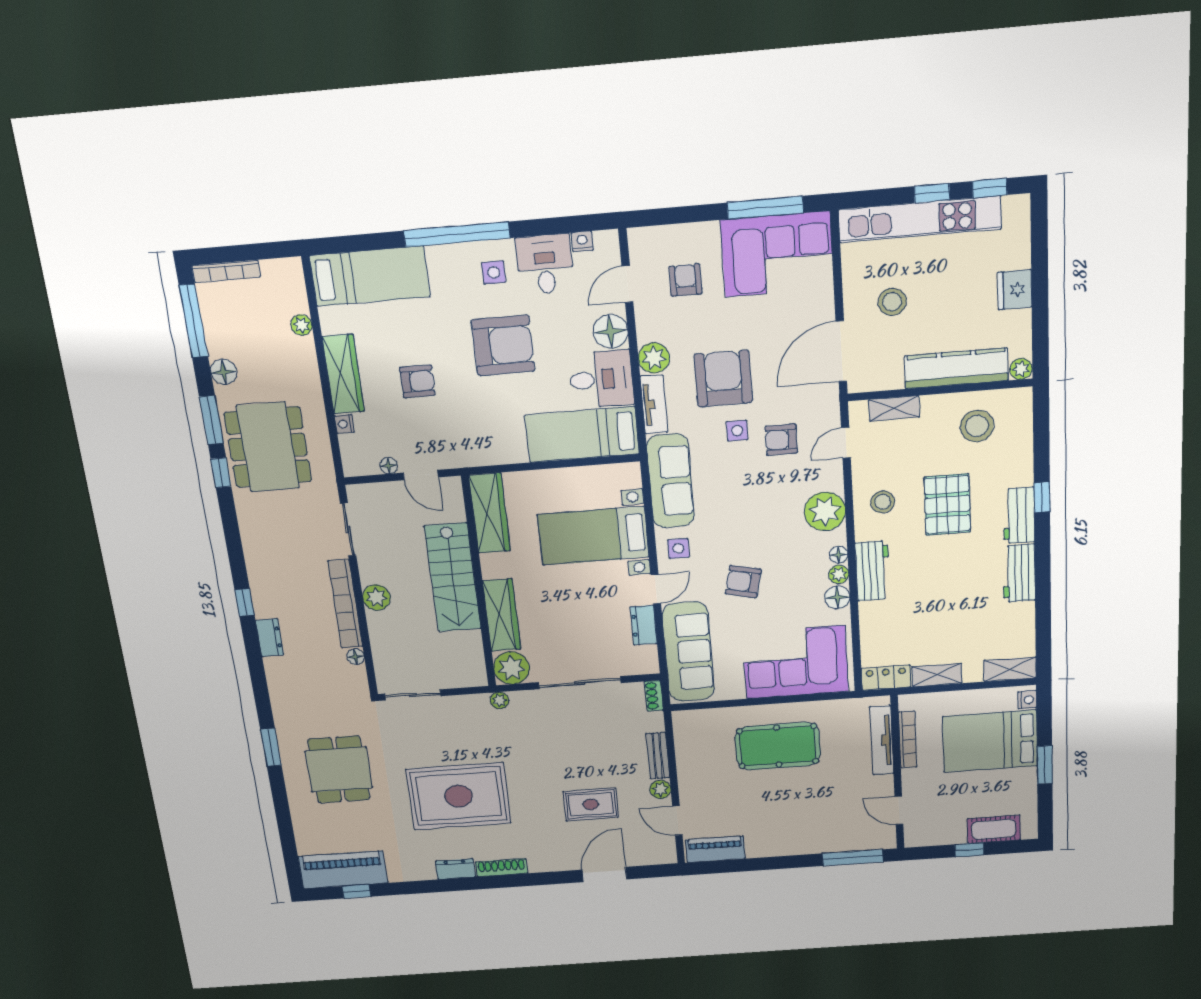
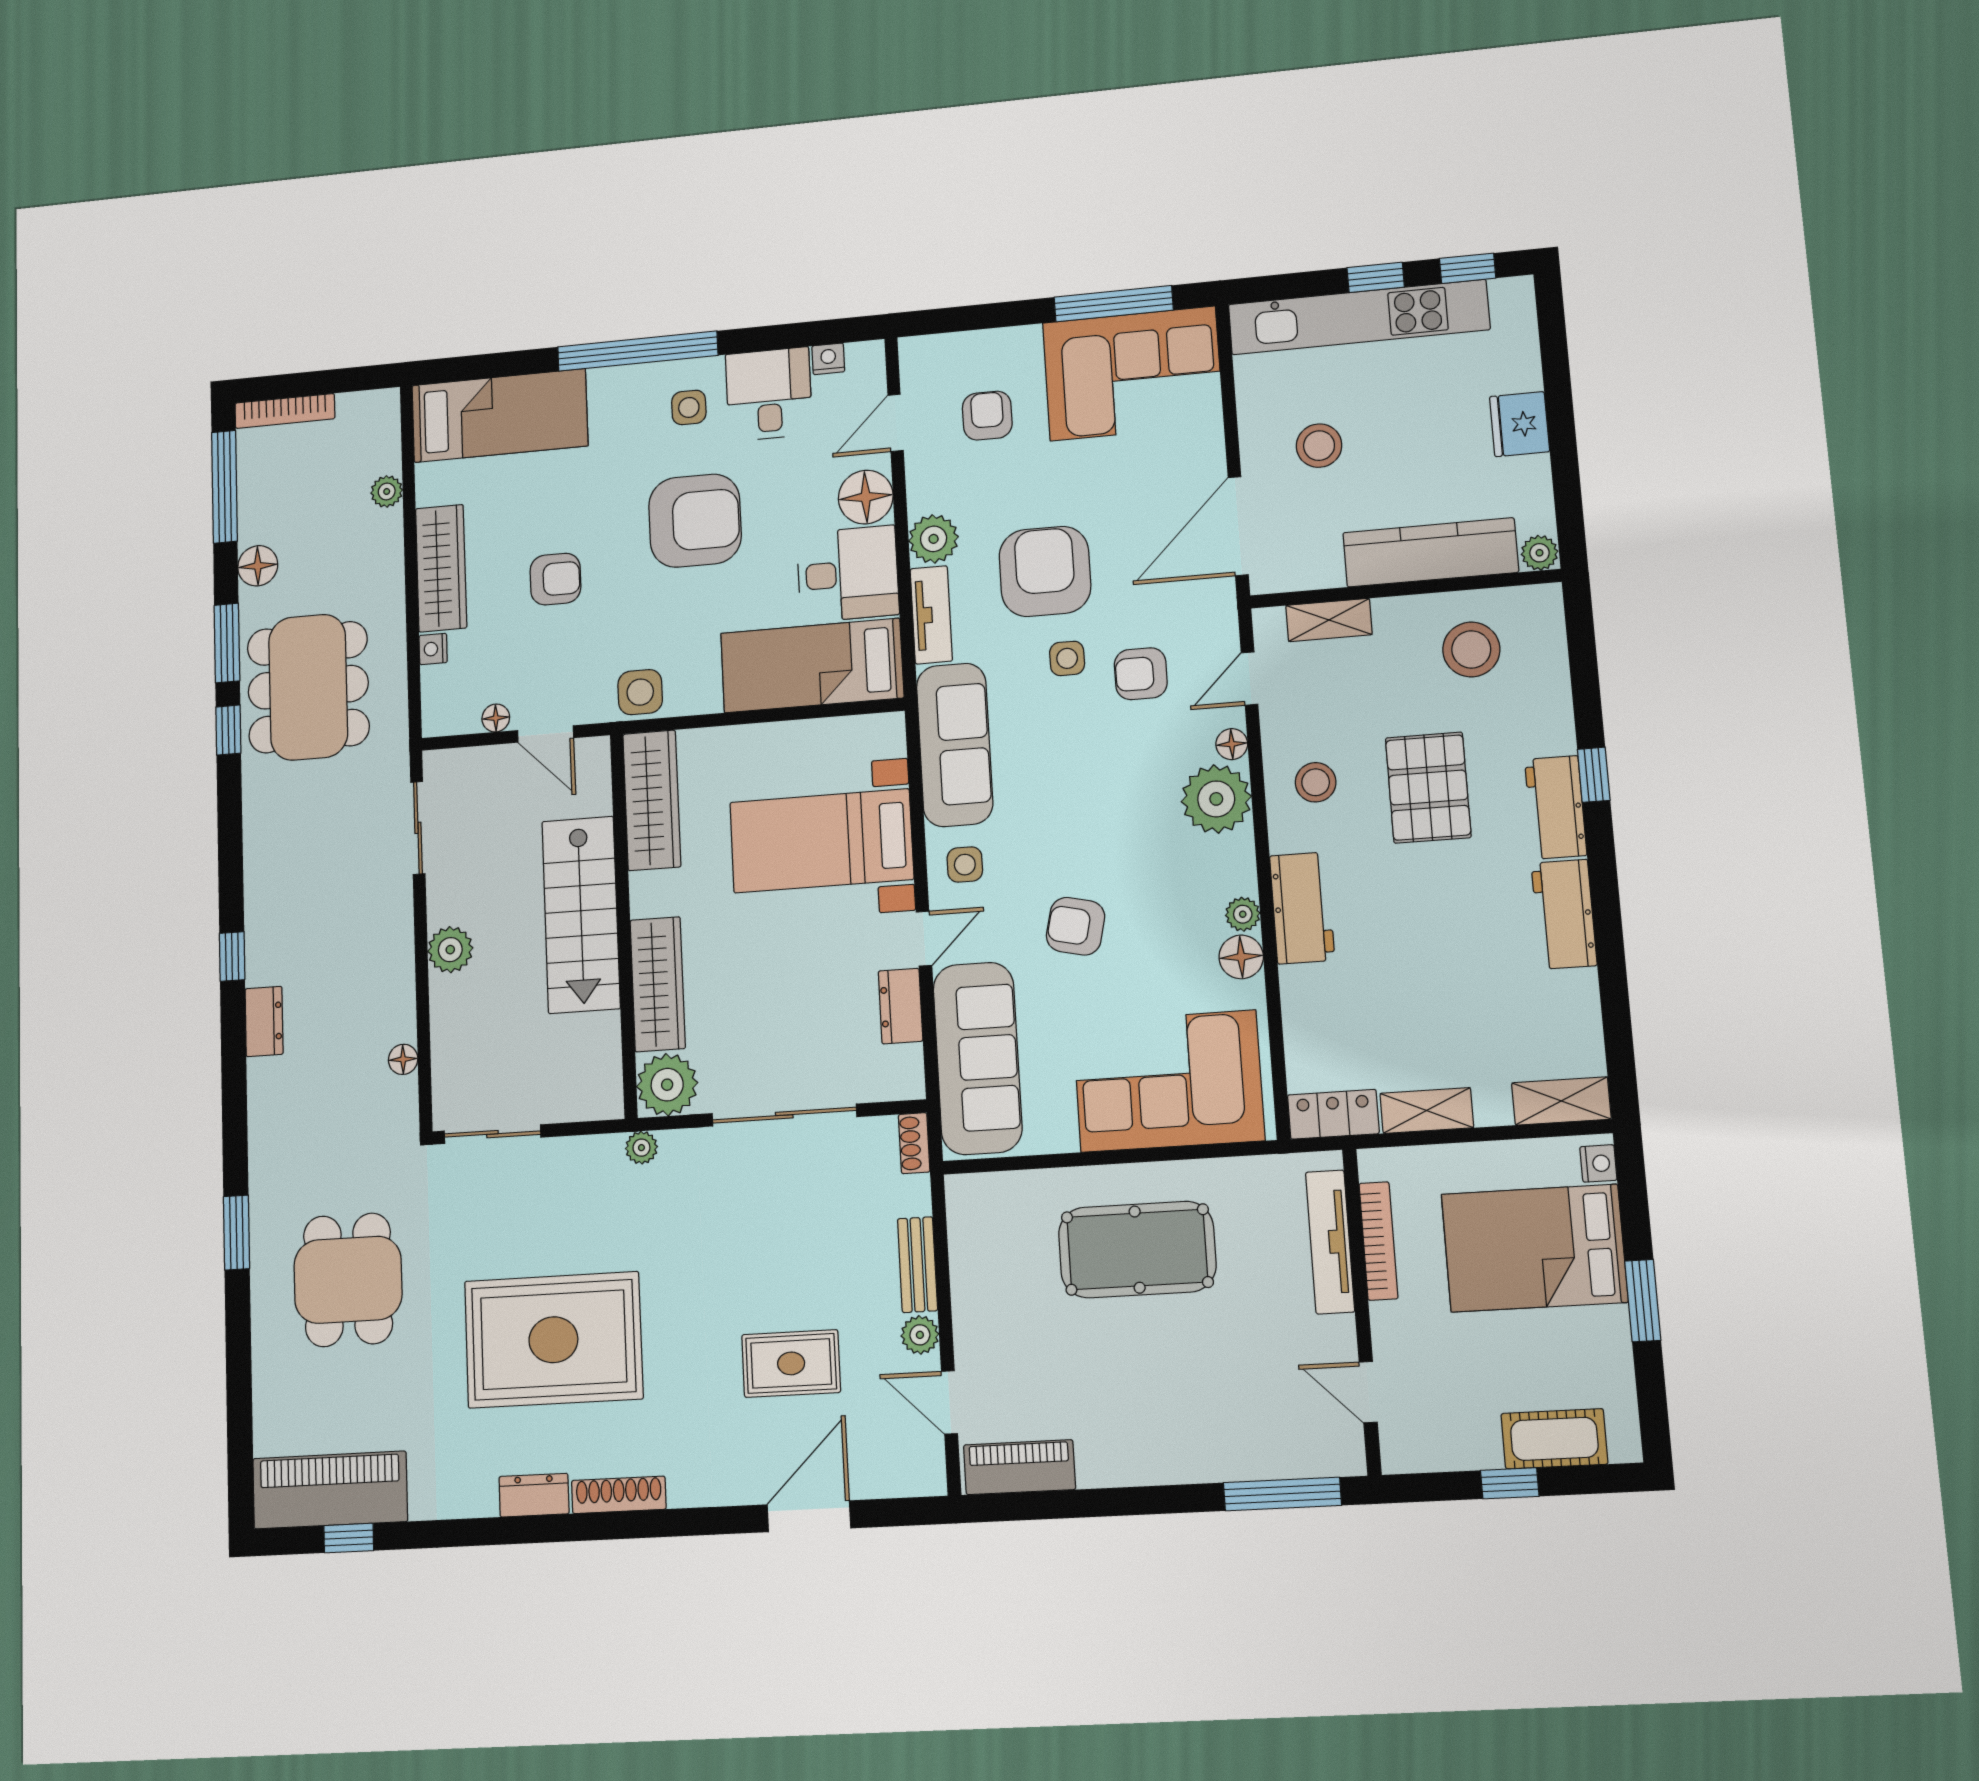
side table: (477, 450) -> (640, 692), added
floor lamp: (839, 555) -> (1232, 744), moved
bookcase: (345, 604) -> (397, 961), removed

